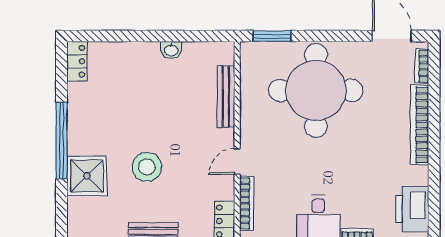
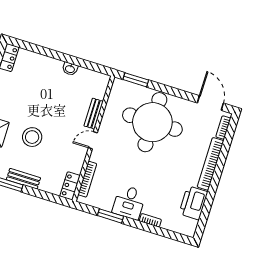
bench: (226, 96) -> (94, 114), width x0.73
door: (237, 162) -> (93, 140), moved
printer: (412, 209) -> (193, 203), moved

